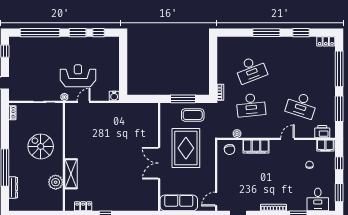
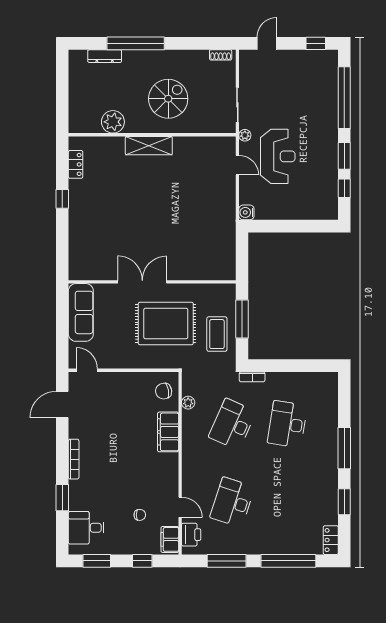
desk: (251, 70) -> (287, 424), turned 30
desk: (251, 105) -> (232, 424), turned 30
door: (288, 139) -> (180, 507), moved
shelving: (71, 174) -> (149, 146), moved

